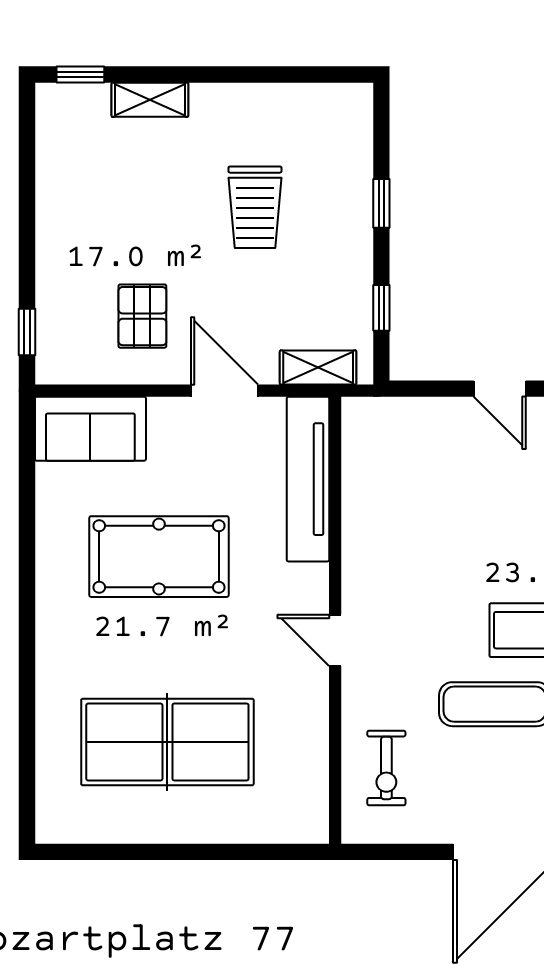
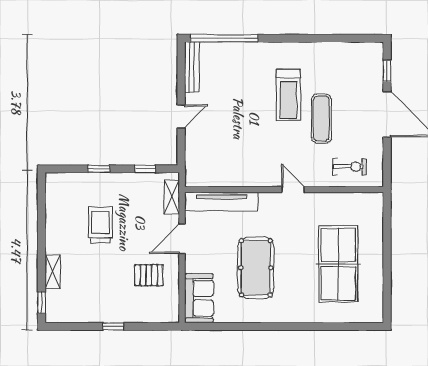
trolley: (255, 207) -> (100, 225), turned -90
window: (27, 332) -> (113, 326), moved
door: (335, 640) -> (293, 189), swing flipped

